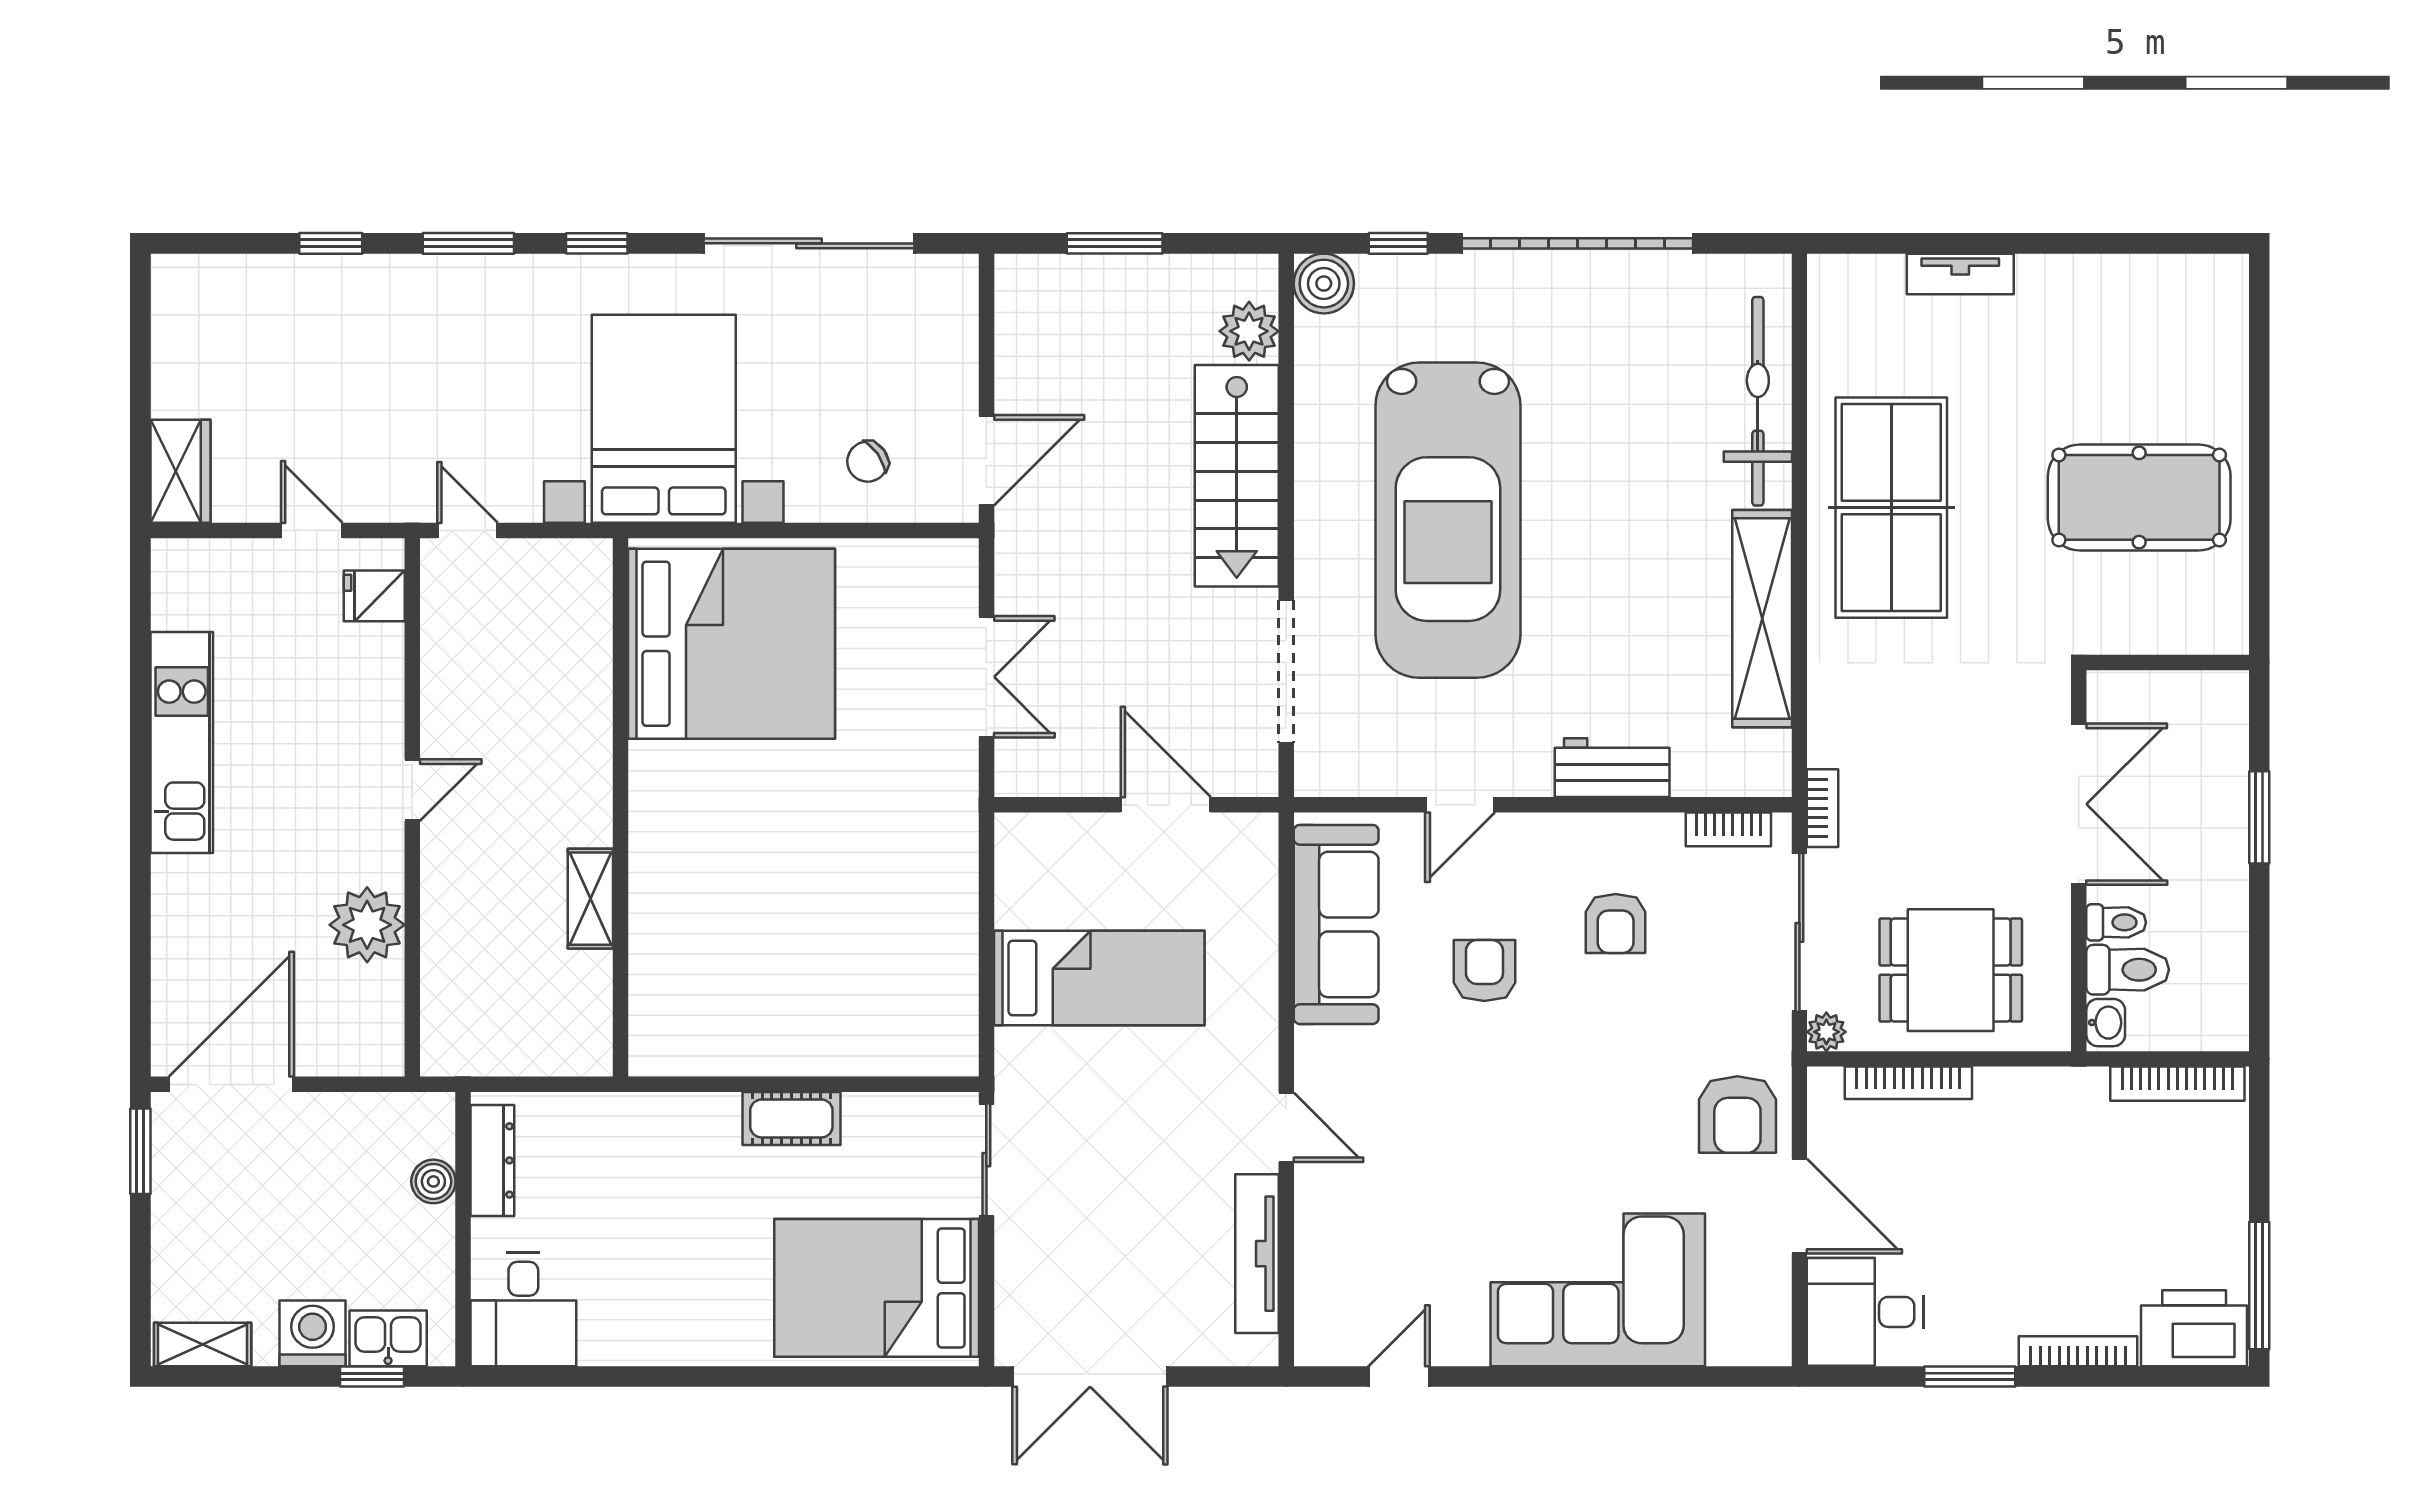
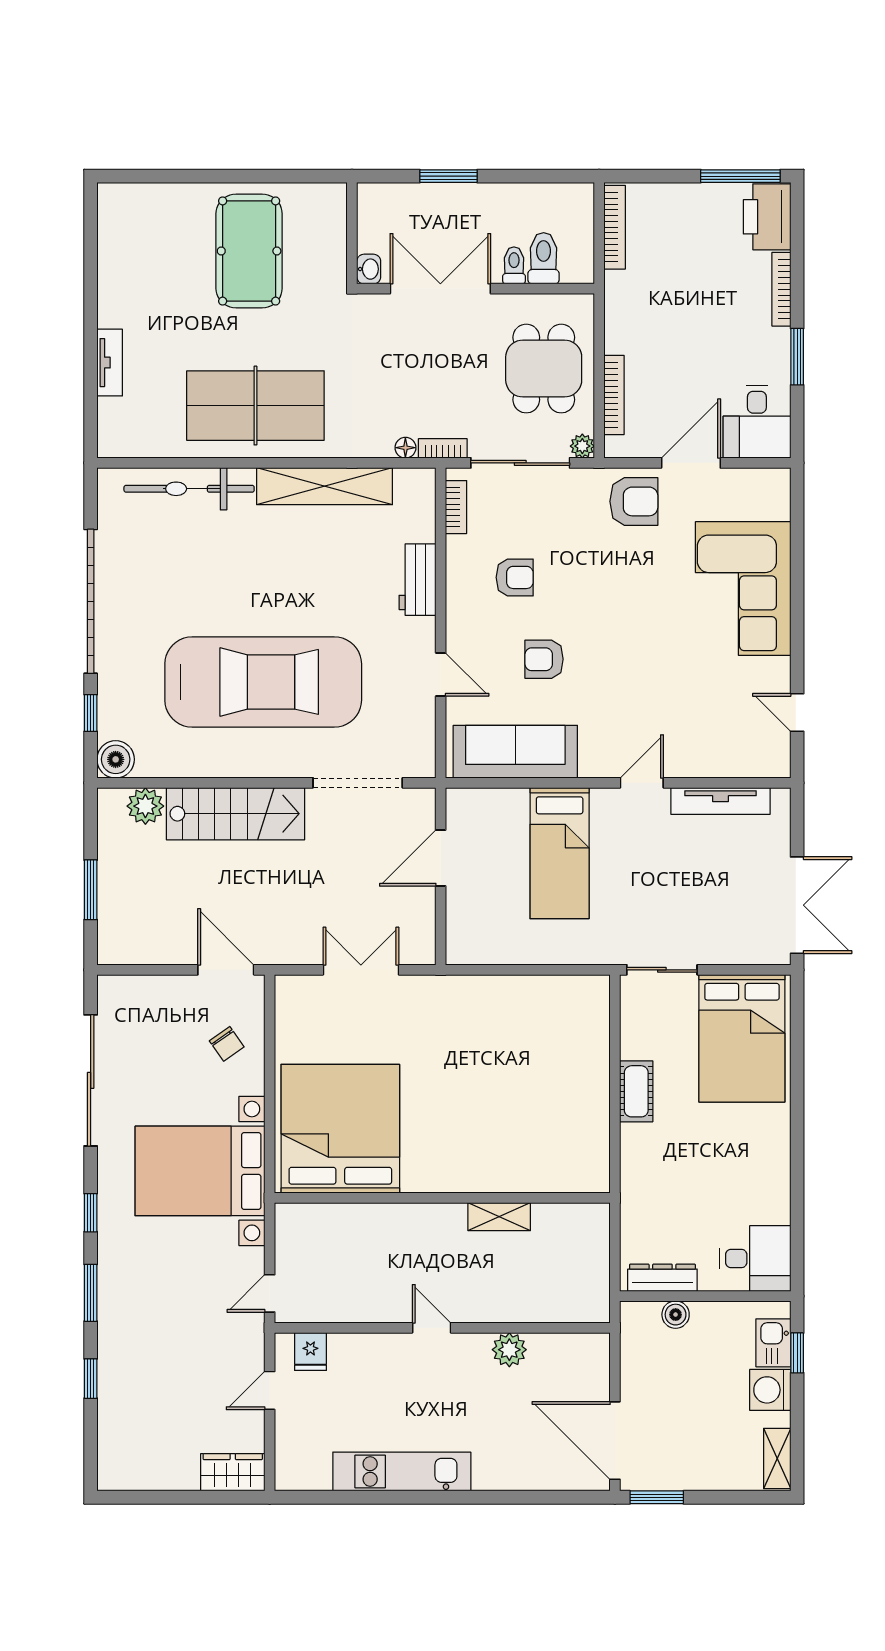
floor lamp: (1824, 748) -> (405, 448), added
plant: (367, 925) -> (509, 1350), width x0.73, depth x0.73
bed: (1099, 978) -> (560, 853), moved, turned 180
washbasin: (2106, 1023) -> (369, 269), moved, turned 90

